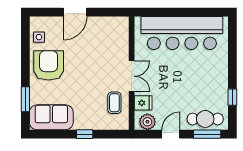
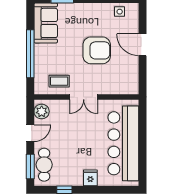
armchair: (49, 65) -> (97, 50), moved
fridge: (143, 103) -> (90, 178), moved, turned 180
window: (85, 134) -> (30, 54), width x3.17
door: (171, 134) -> (30, 133), hinge flipped

